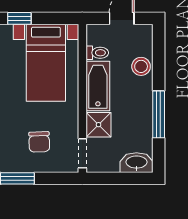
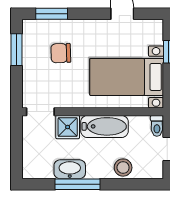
toilet: (97, 53) -> (157, 126), moved
chair: (39, 142) -> (61, 53), moved
washbasin: (136, 163) -> (70, 169), moved, turned -90

